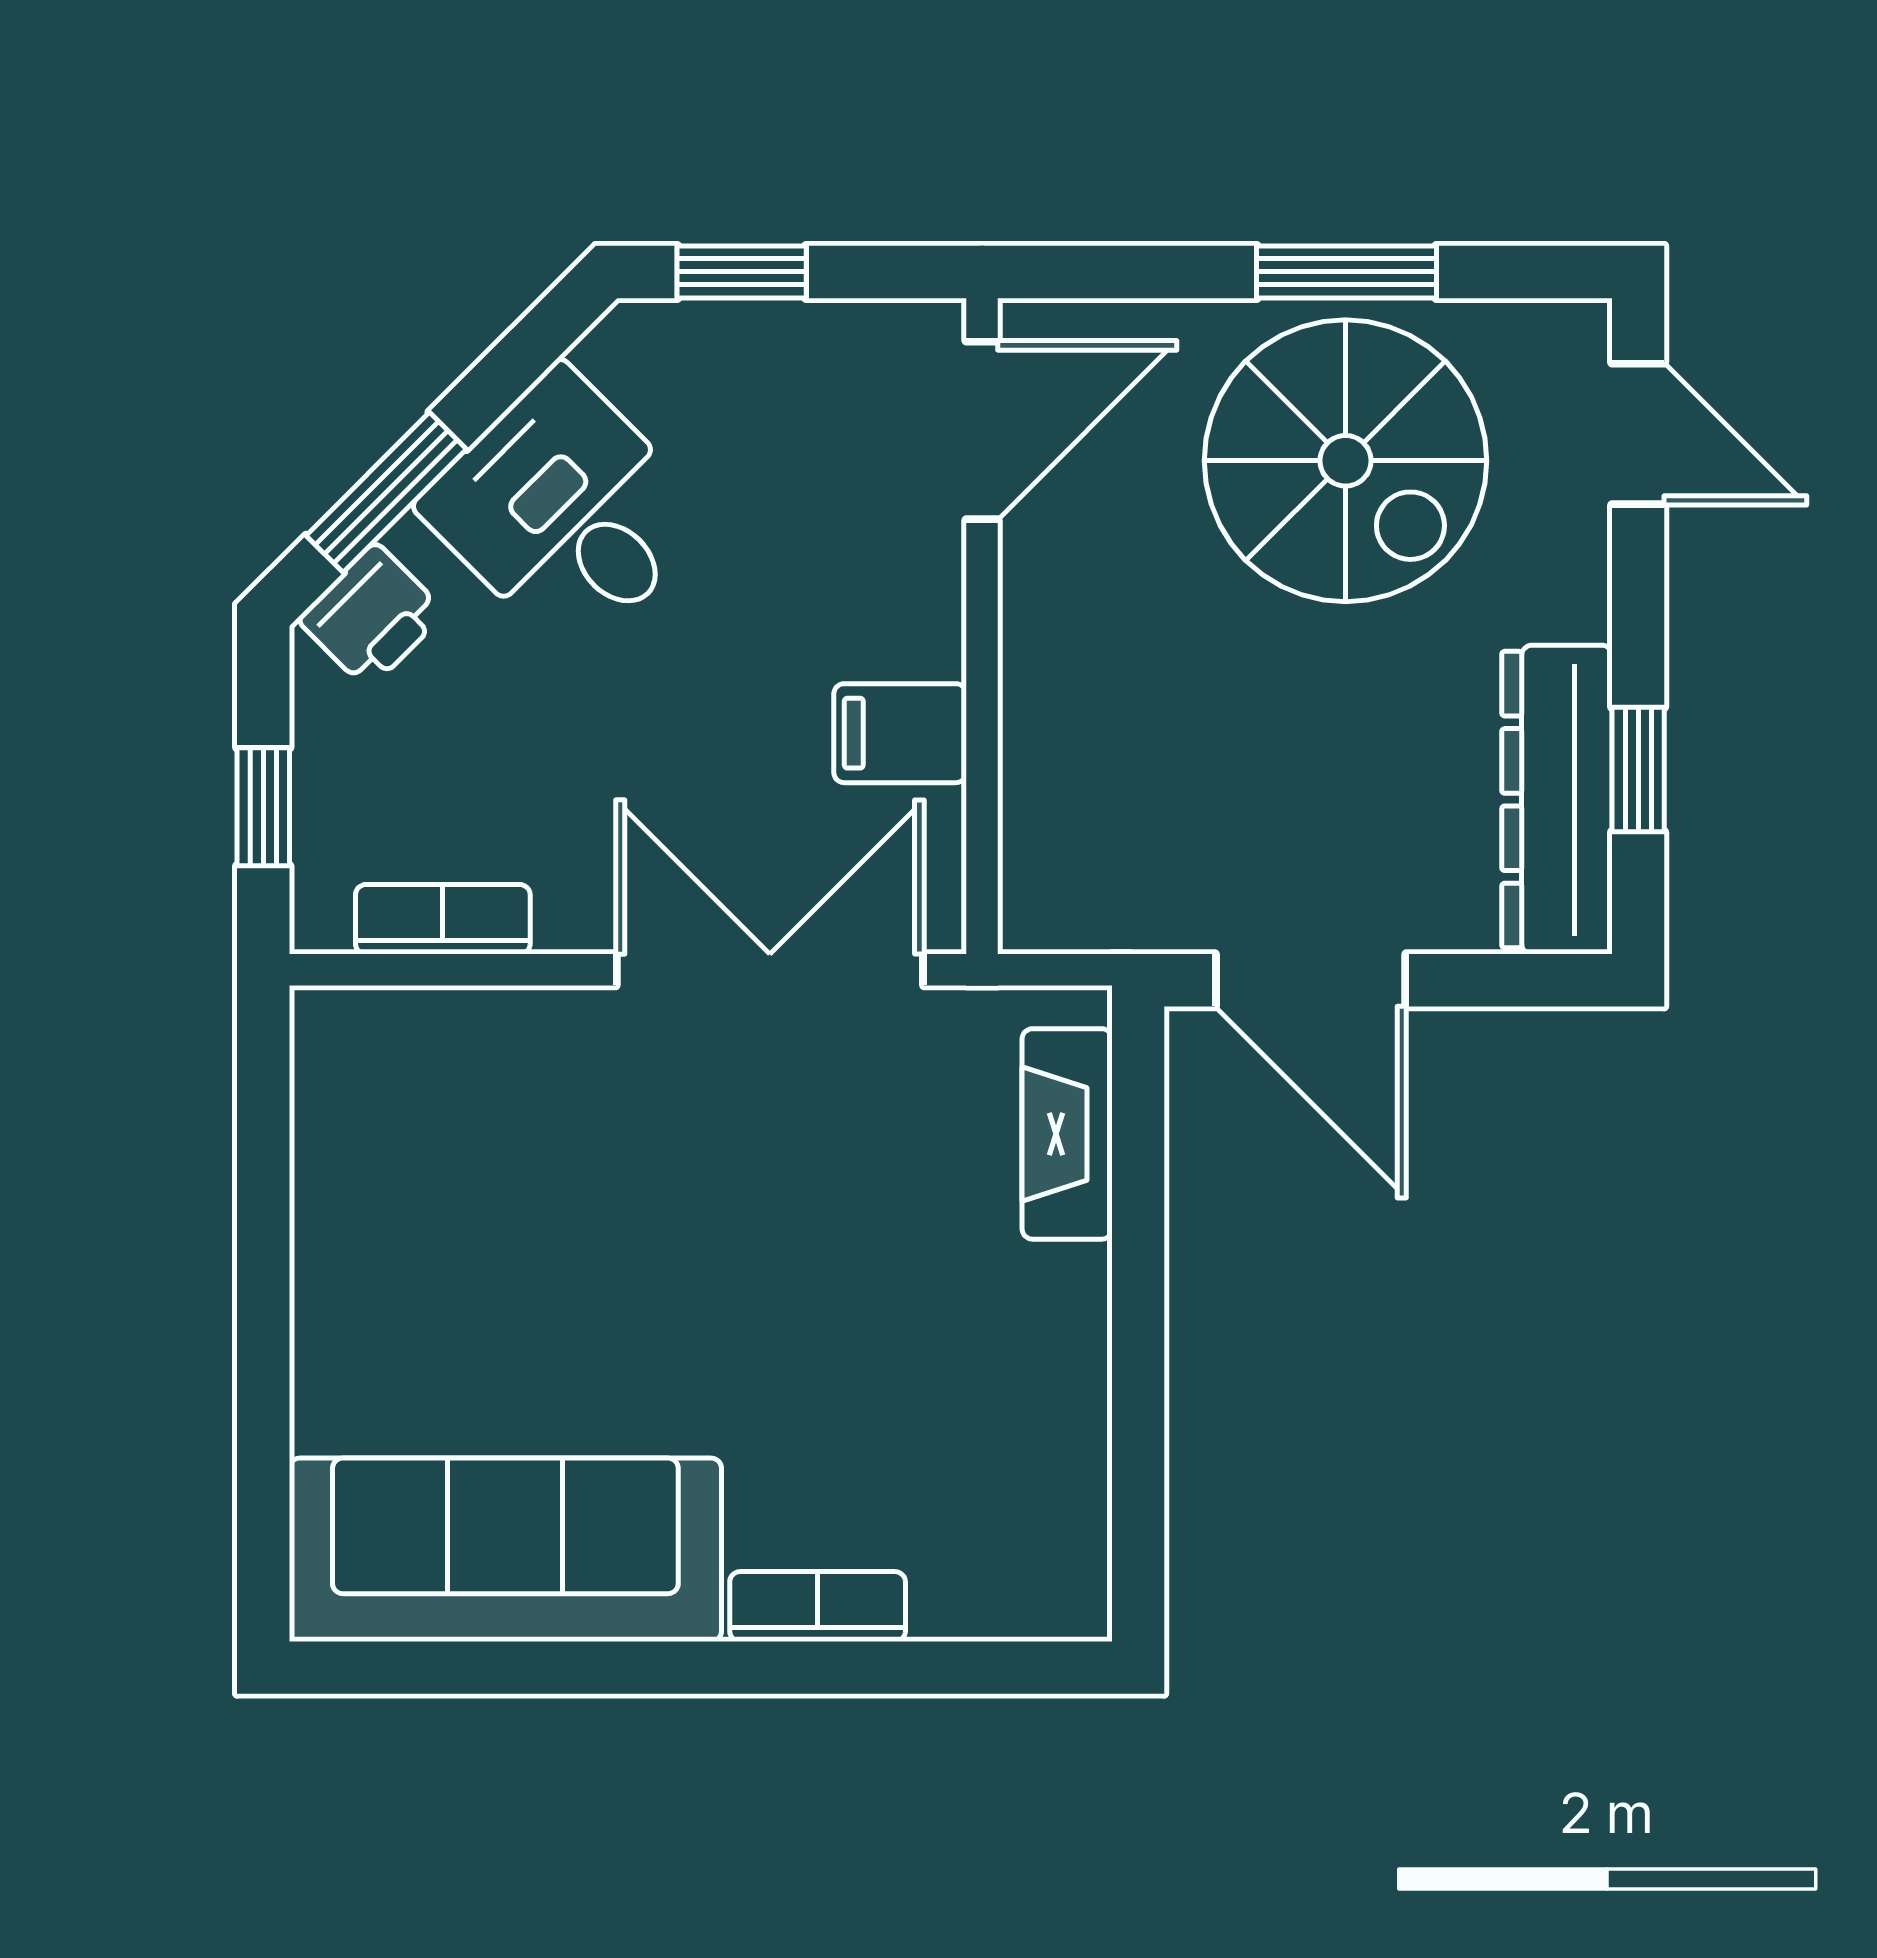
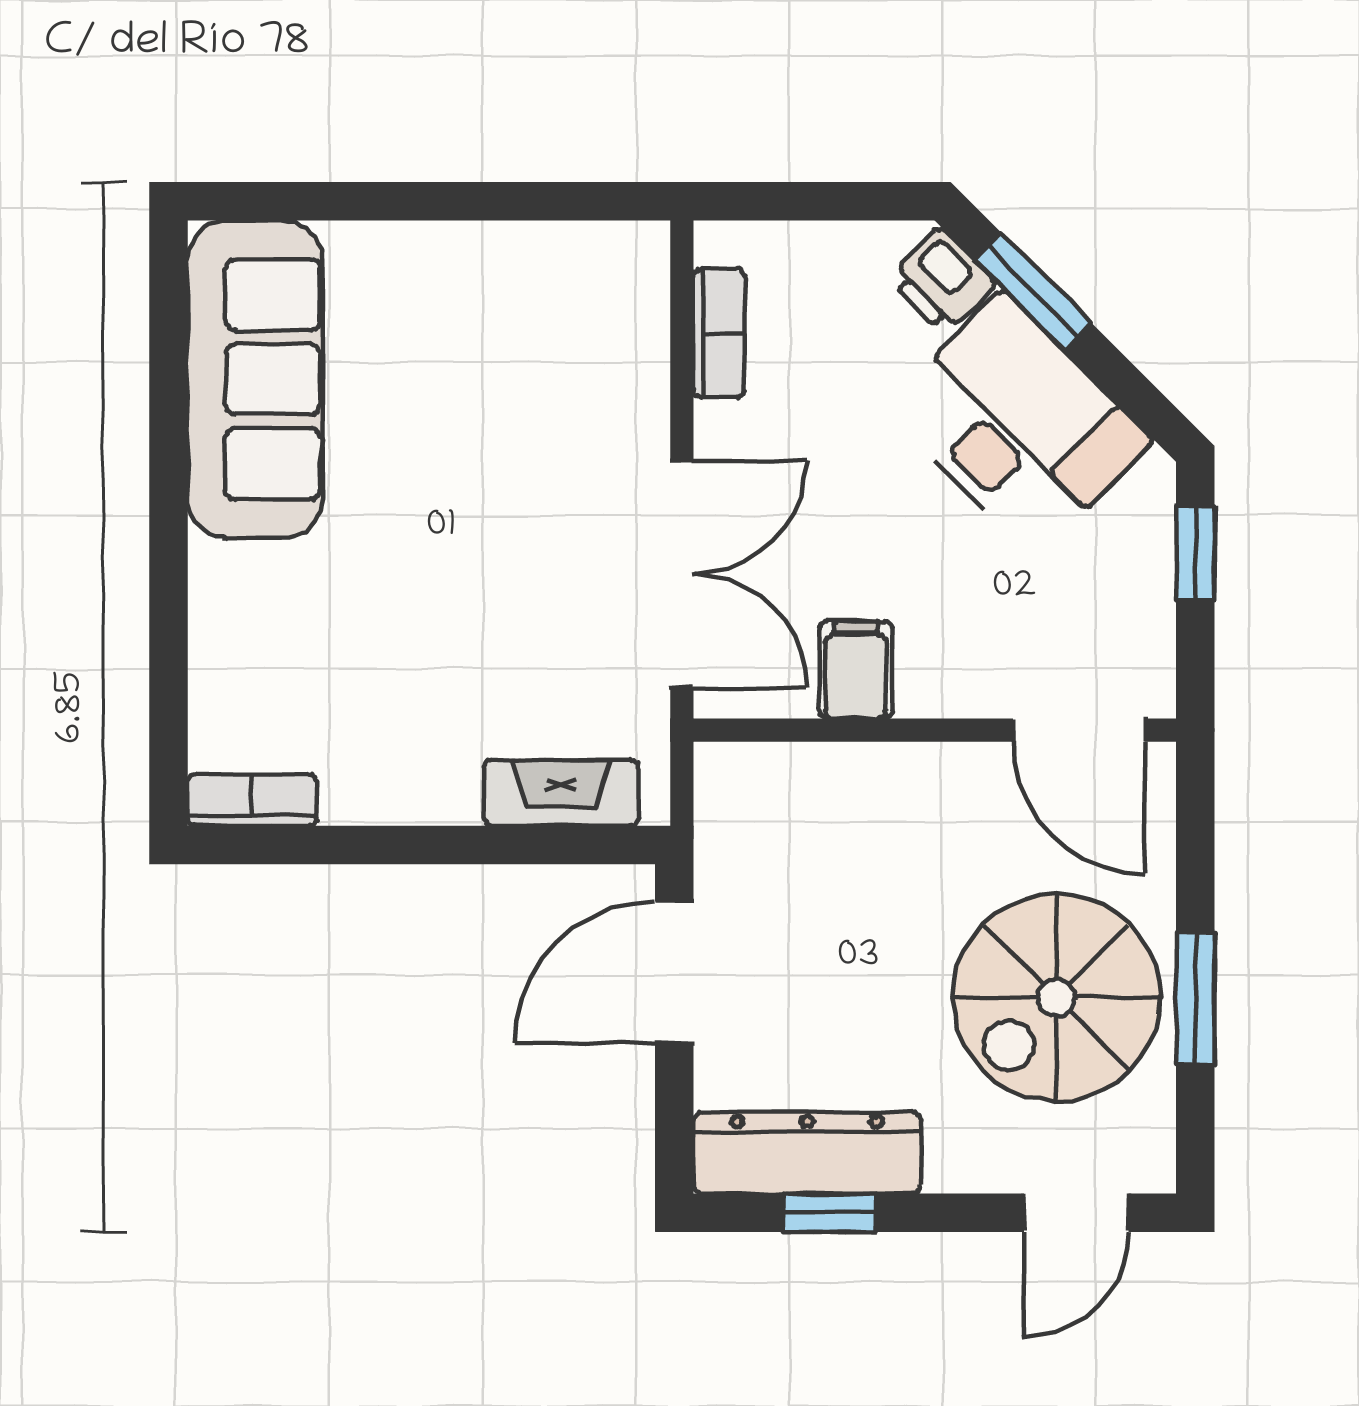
desk: (566, 512) -> (1019, 424), width x1.37
window: (263, 807) -> (802, 201), removed
bookcase: (818, 1607) -> (252, 800), moved, turned -90

